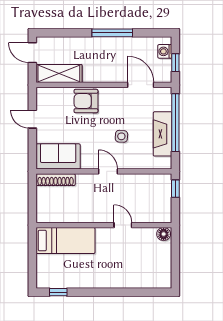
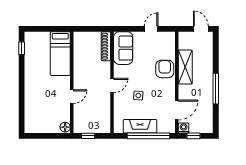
washing machine: (165, 51) -> (184, 128), moved
door: (32, 53) -> (201, 29), hinge flipped
shelving: (59, 74) -> (185, 67), moved
window: (175, 189) -> (88, 136), moved

